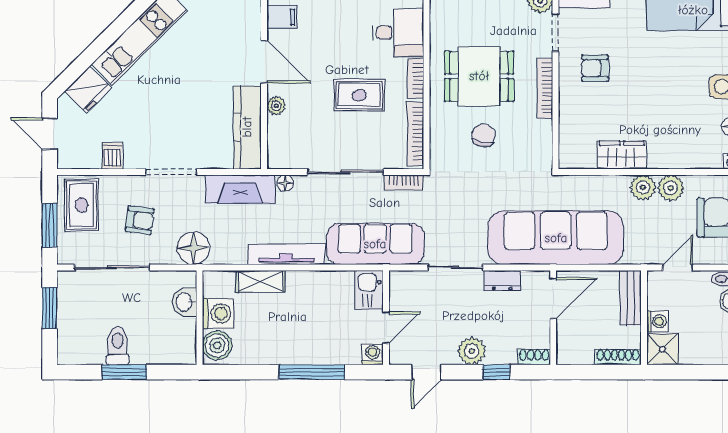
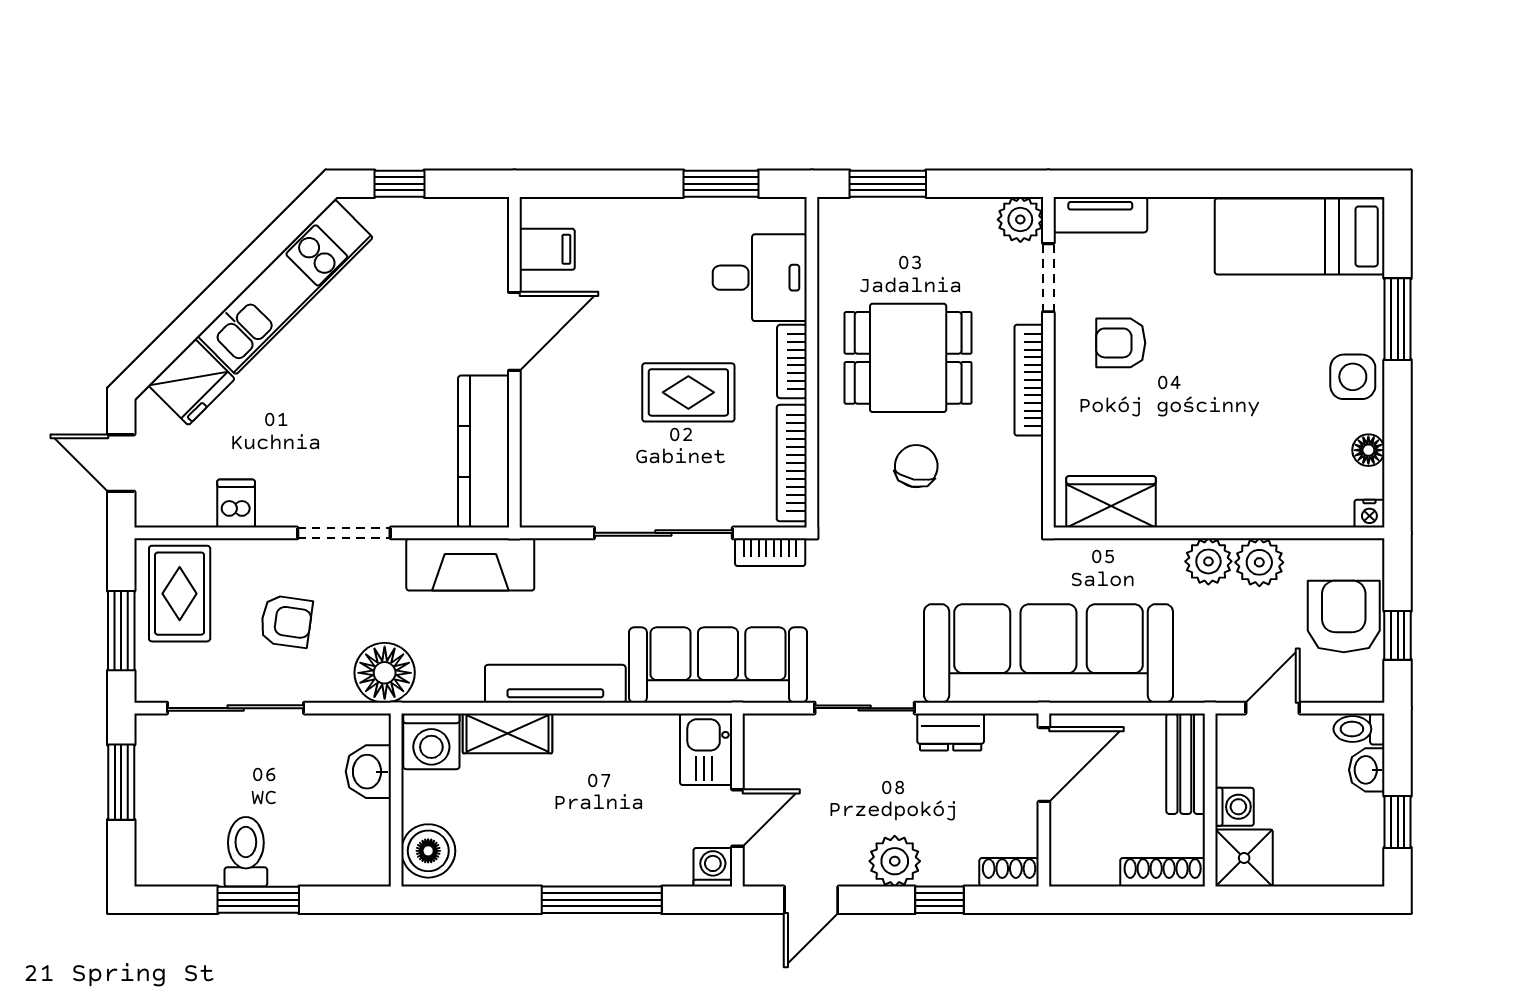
door: (264, 62) -> (514, 331), hinge flipped
plant: (276, 106) -> (536, 412), removed
wardrobe: (622, 155) -> (1111, 502), moved
floor lamp: (285, 183) -> (553, 553), removed
washing machine: (218, 314) -> (431, 741), moved, turned 90

